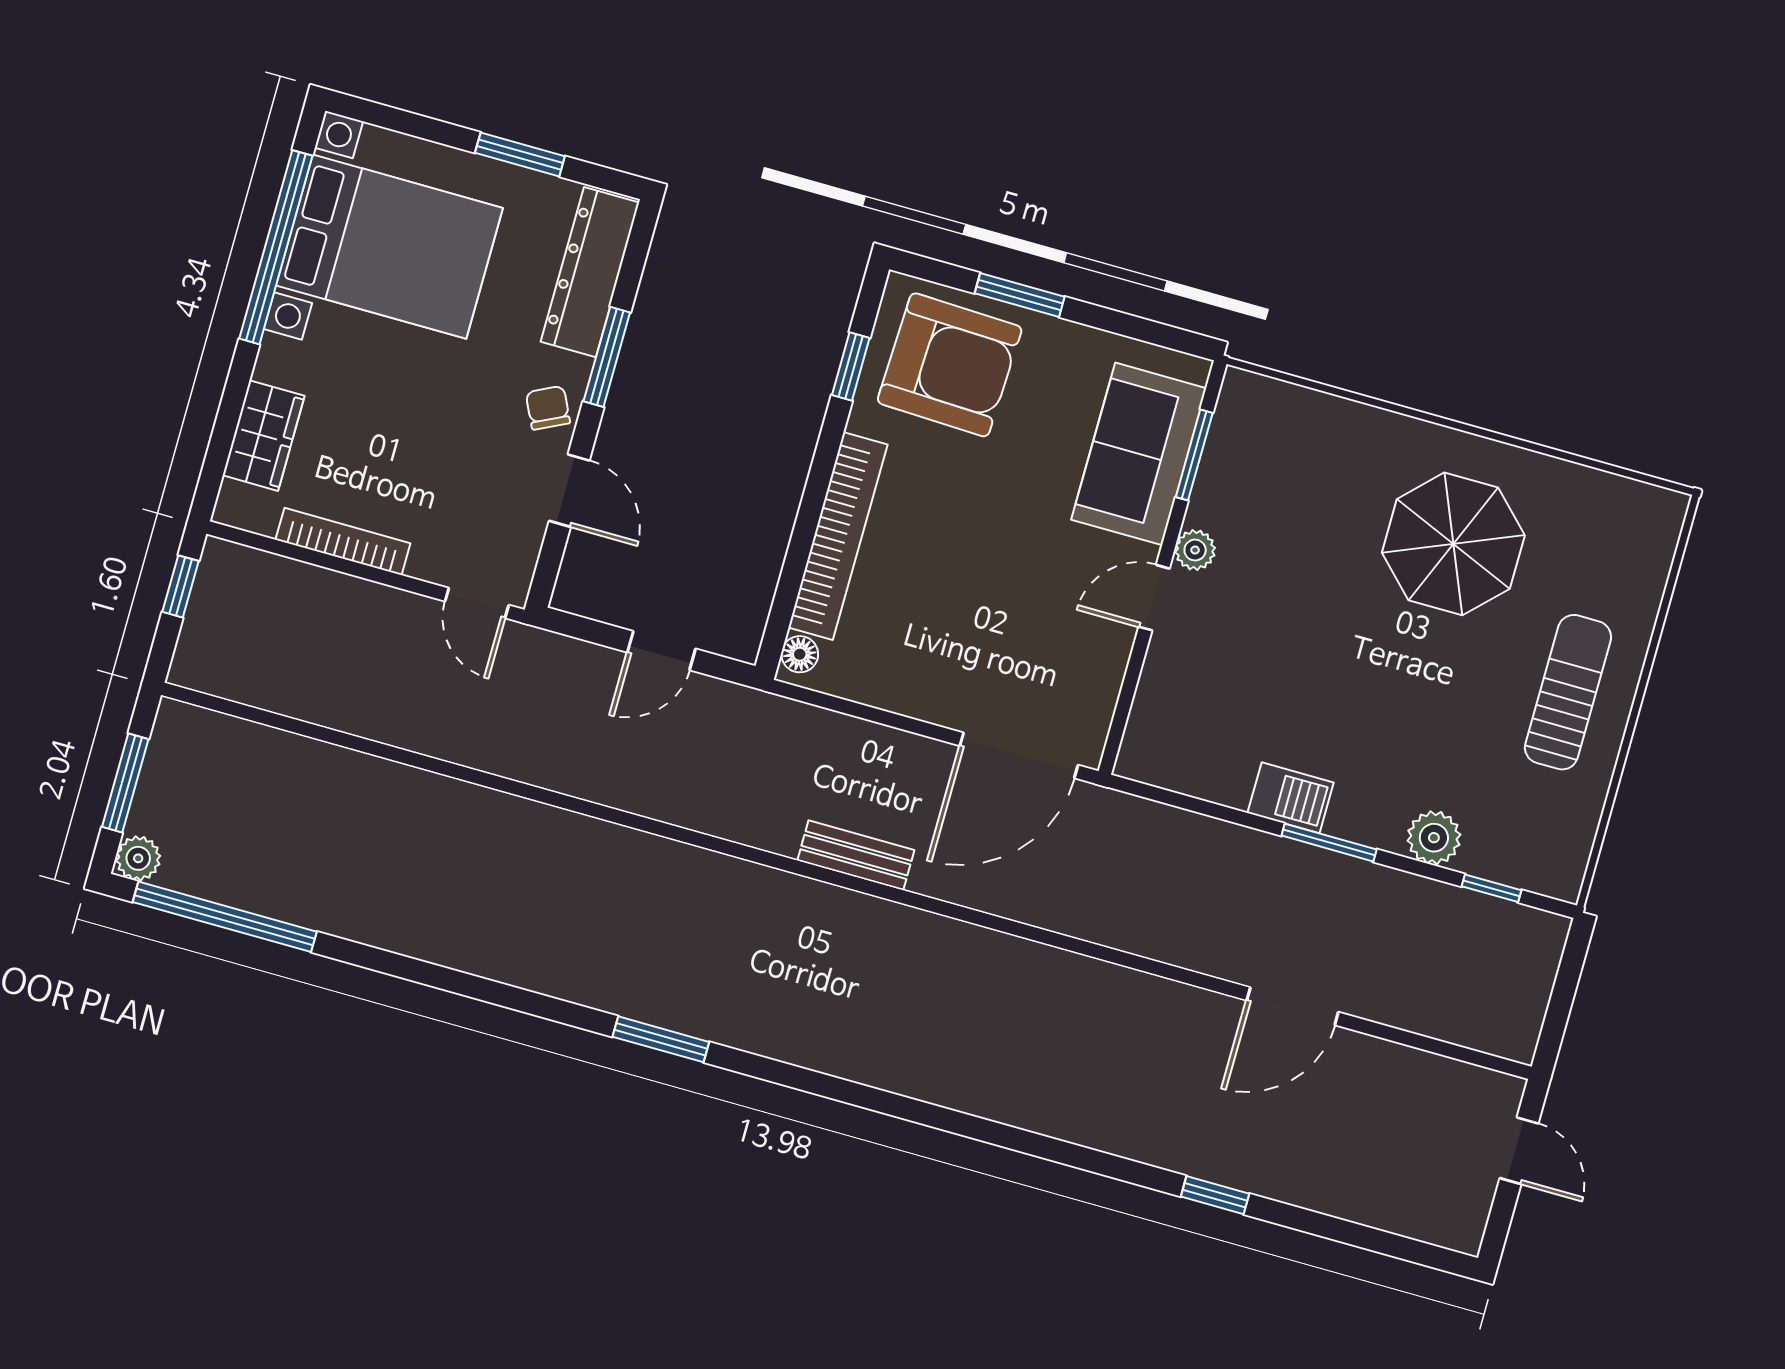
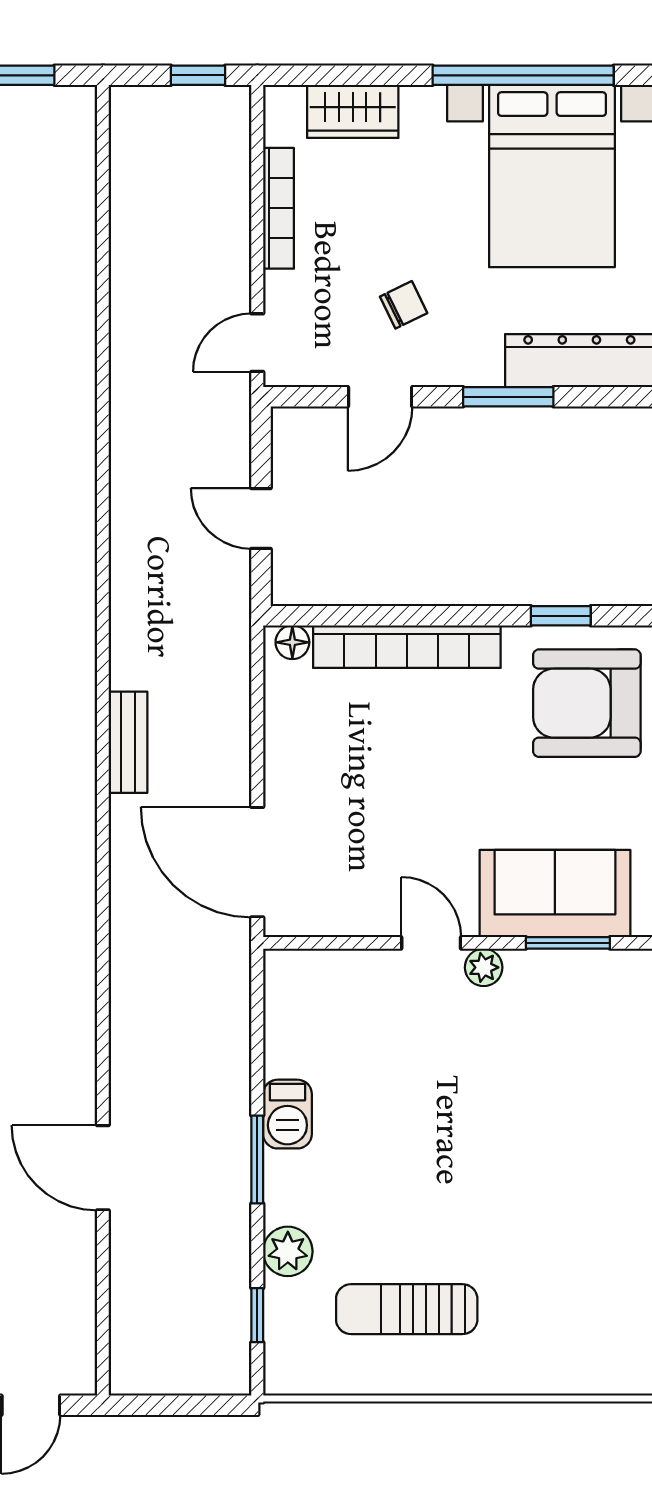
armchair: (950, 365) -> (587, 703), turned 88
chair: (548, 408) -> (404, 305), moved
parasol: (1453, 544) -> (554, 1195), removed
sun lounger: (1568, 692) -> (407, 1309), moved, turned 180

